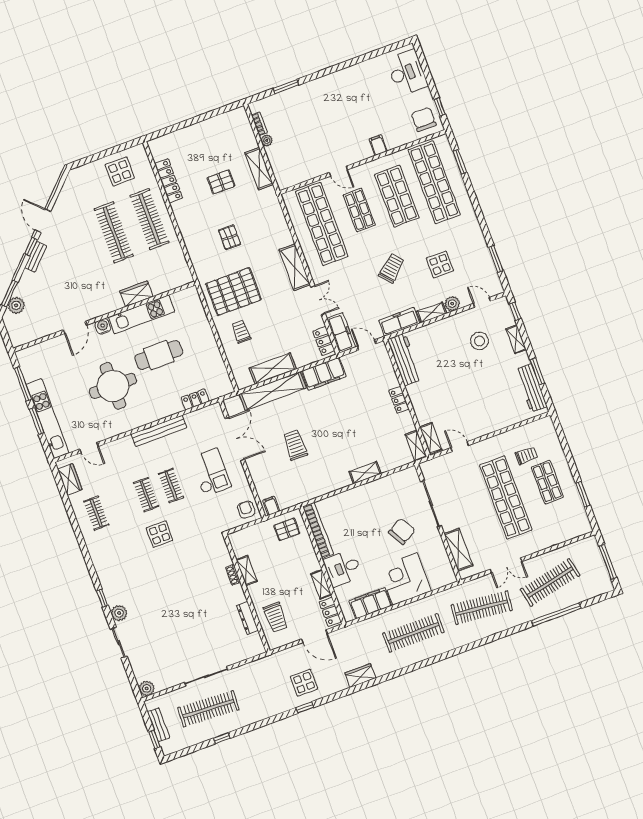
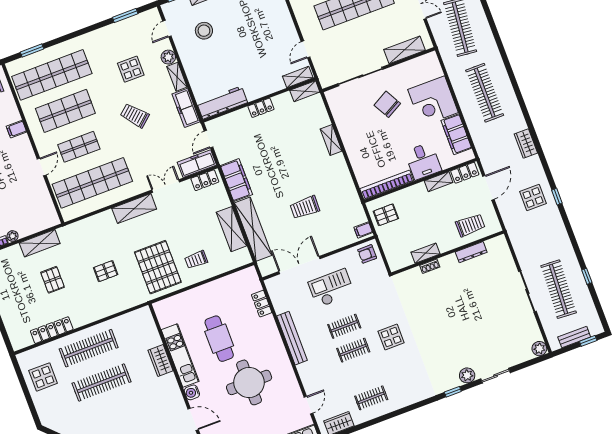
pallet: (287, 529) -> (386, 215), turned 90

